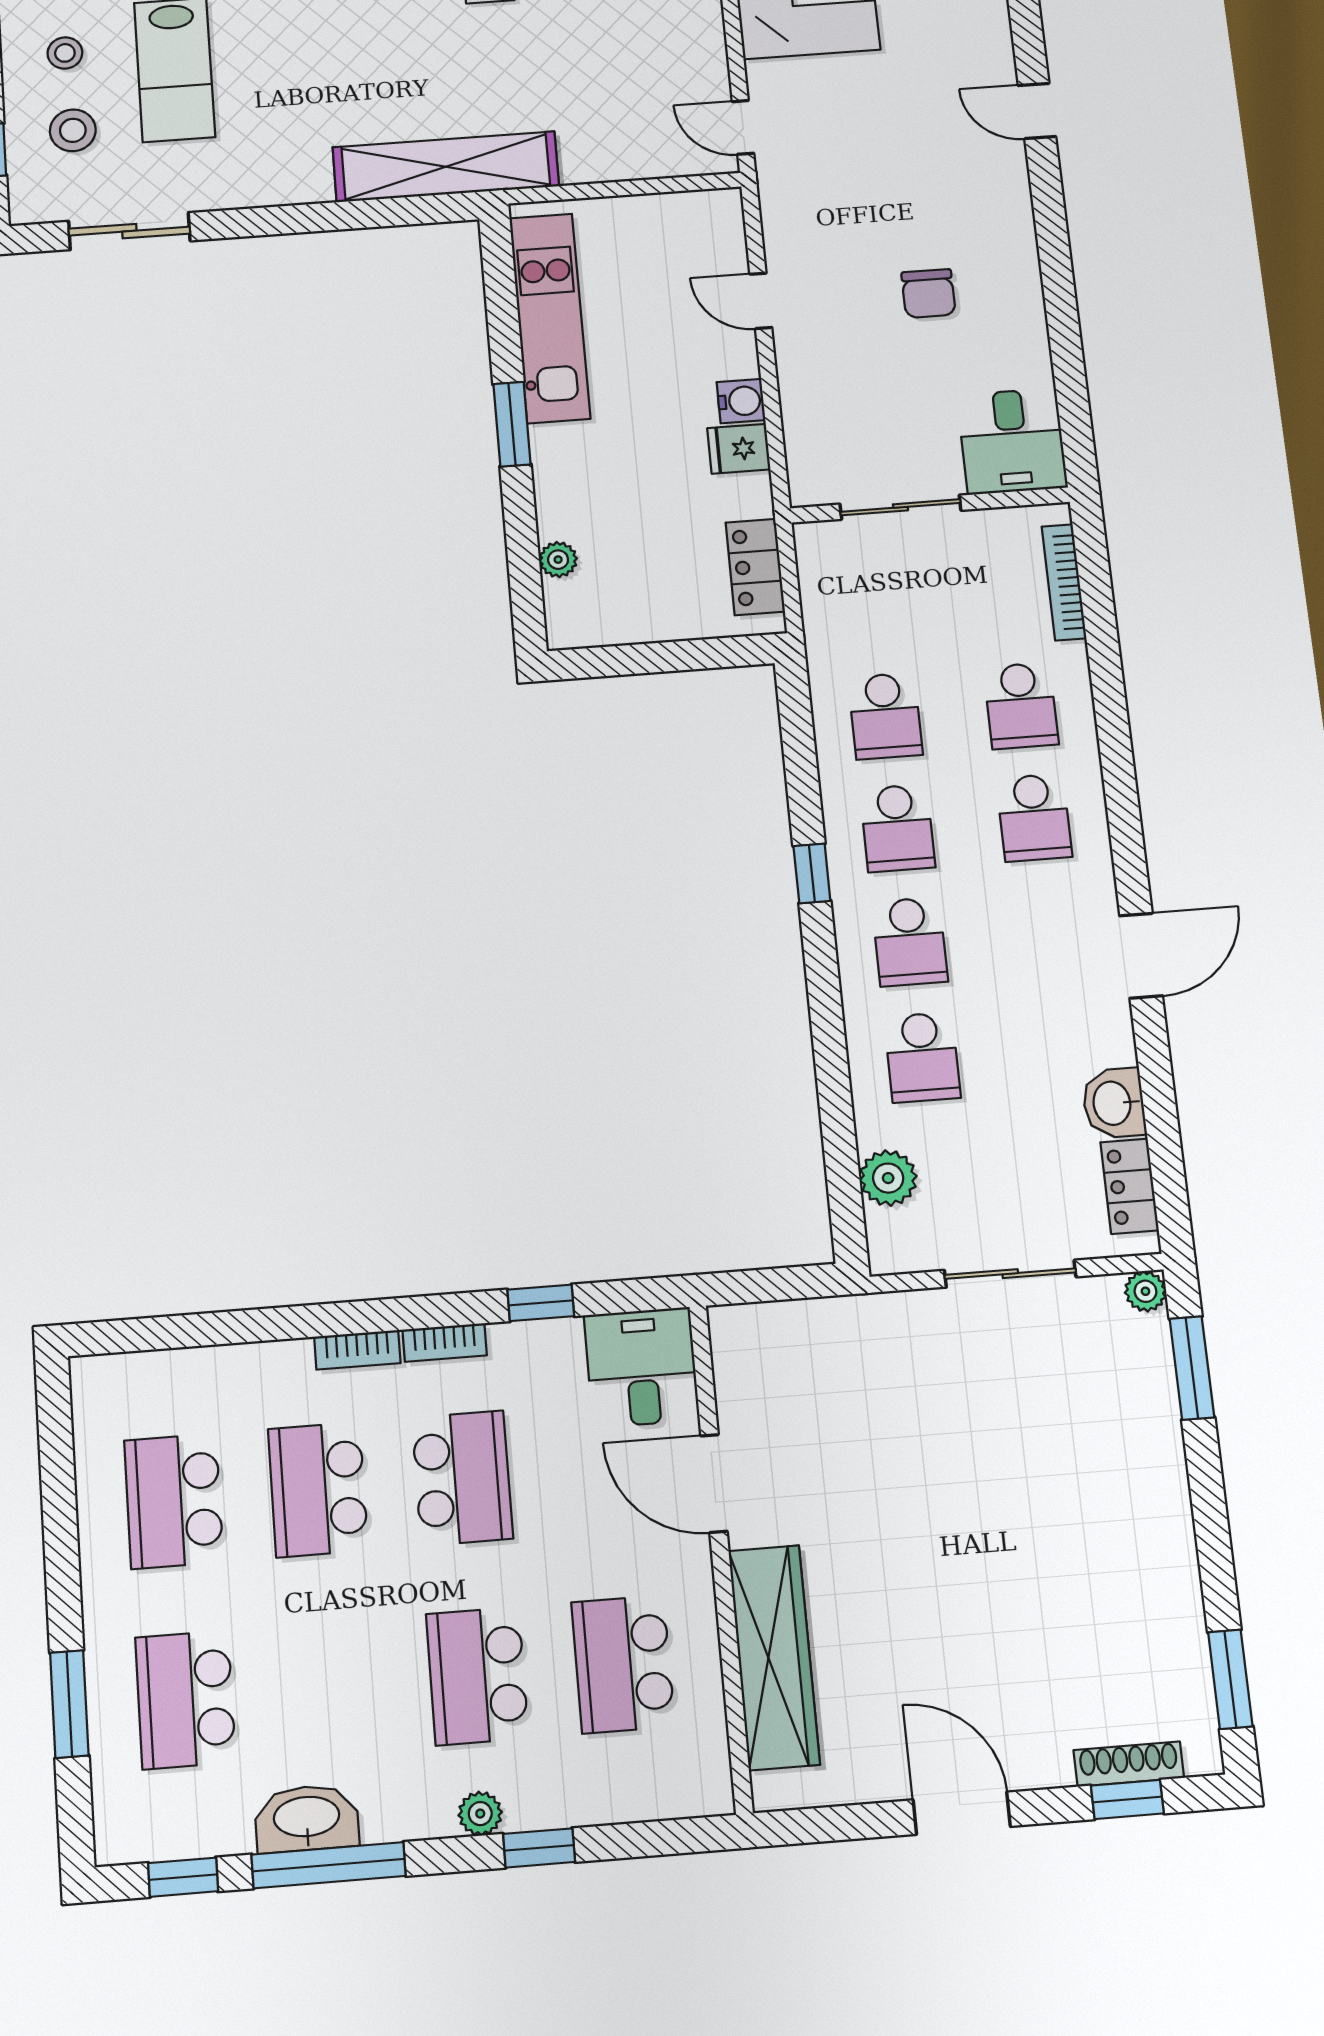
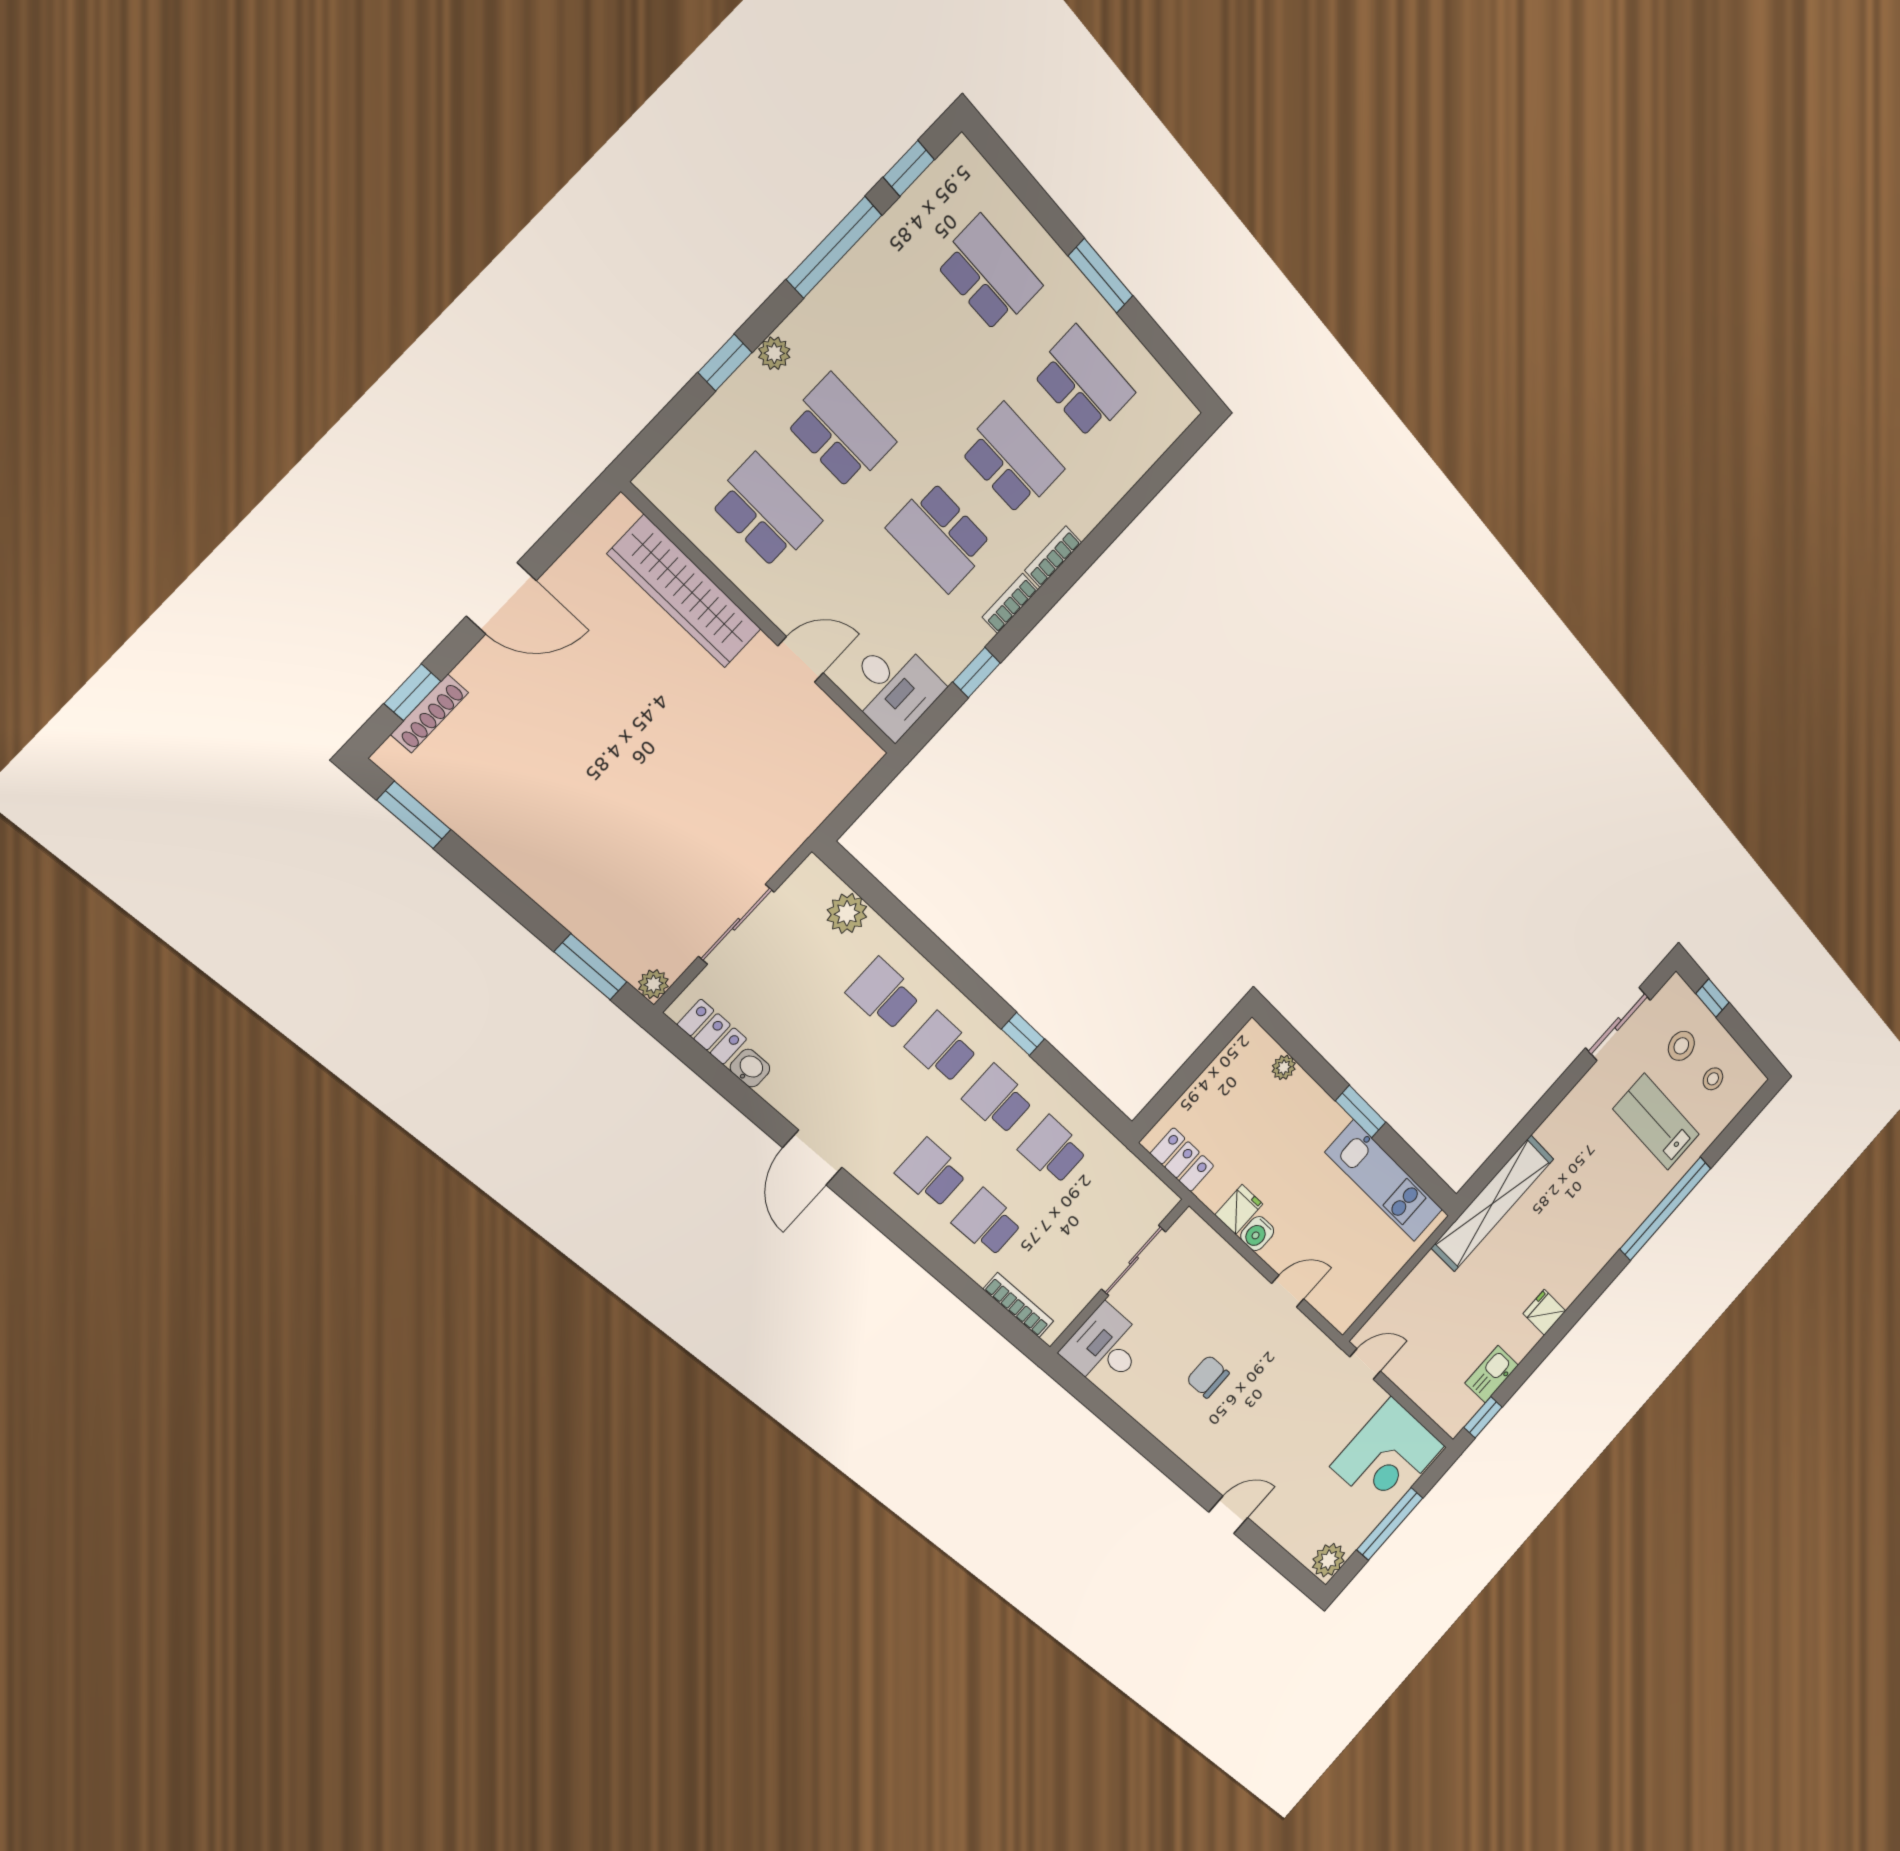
washbasin: (1114, 1103) -> (750, 1068), width x0.72, depth x0.69
door: (714, 1483) -> (801, 659), width x0.73
window: (69, 1704) -> (1101, 276), moved
washbasin: (307, 1818) -> (868, 264), removed

